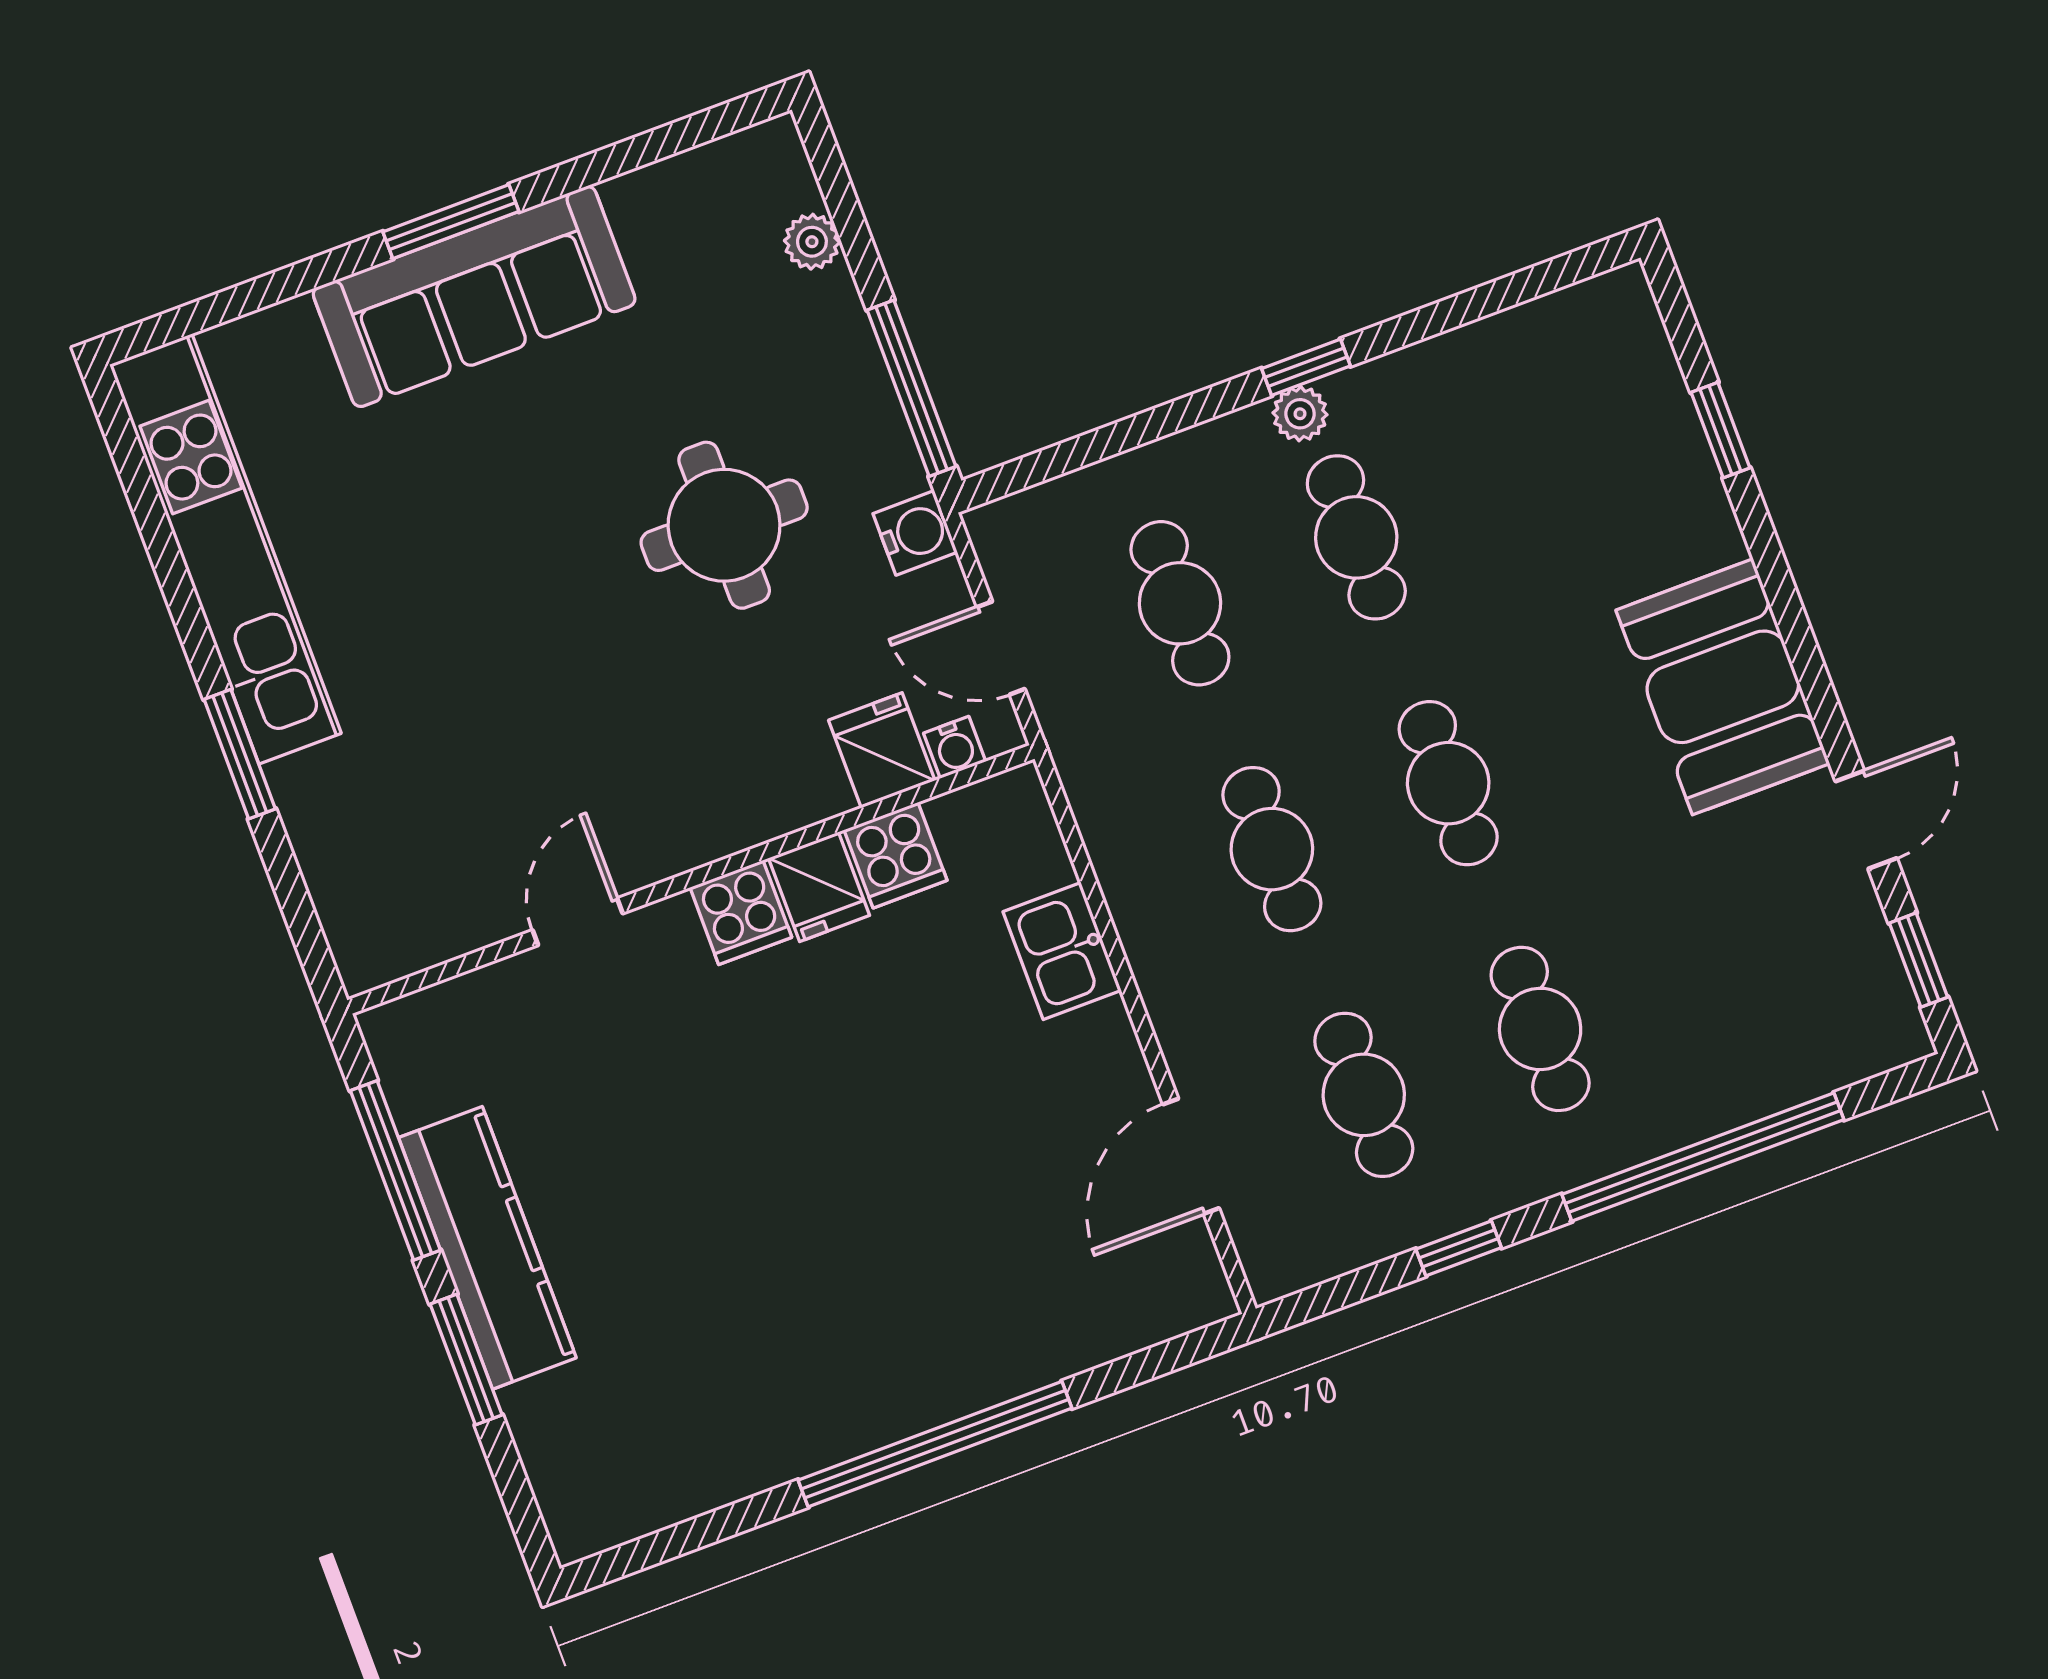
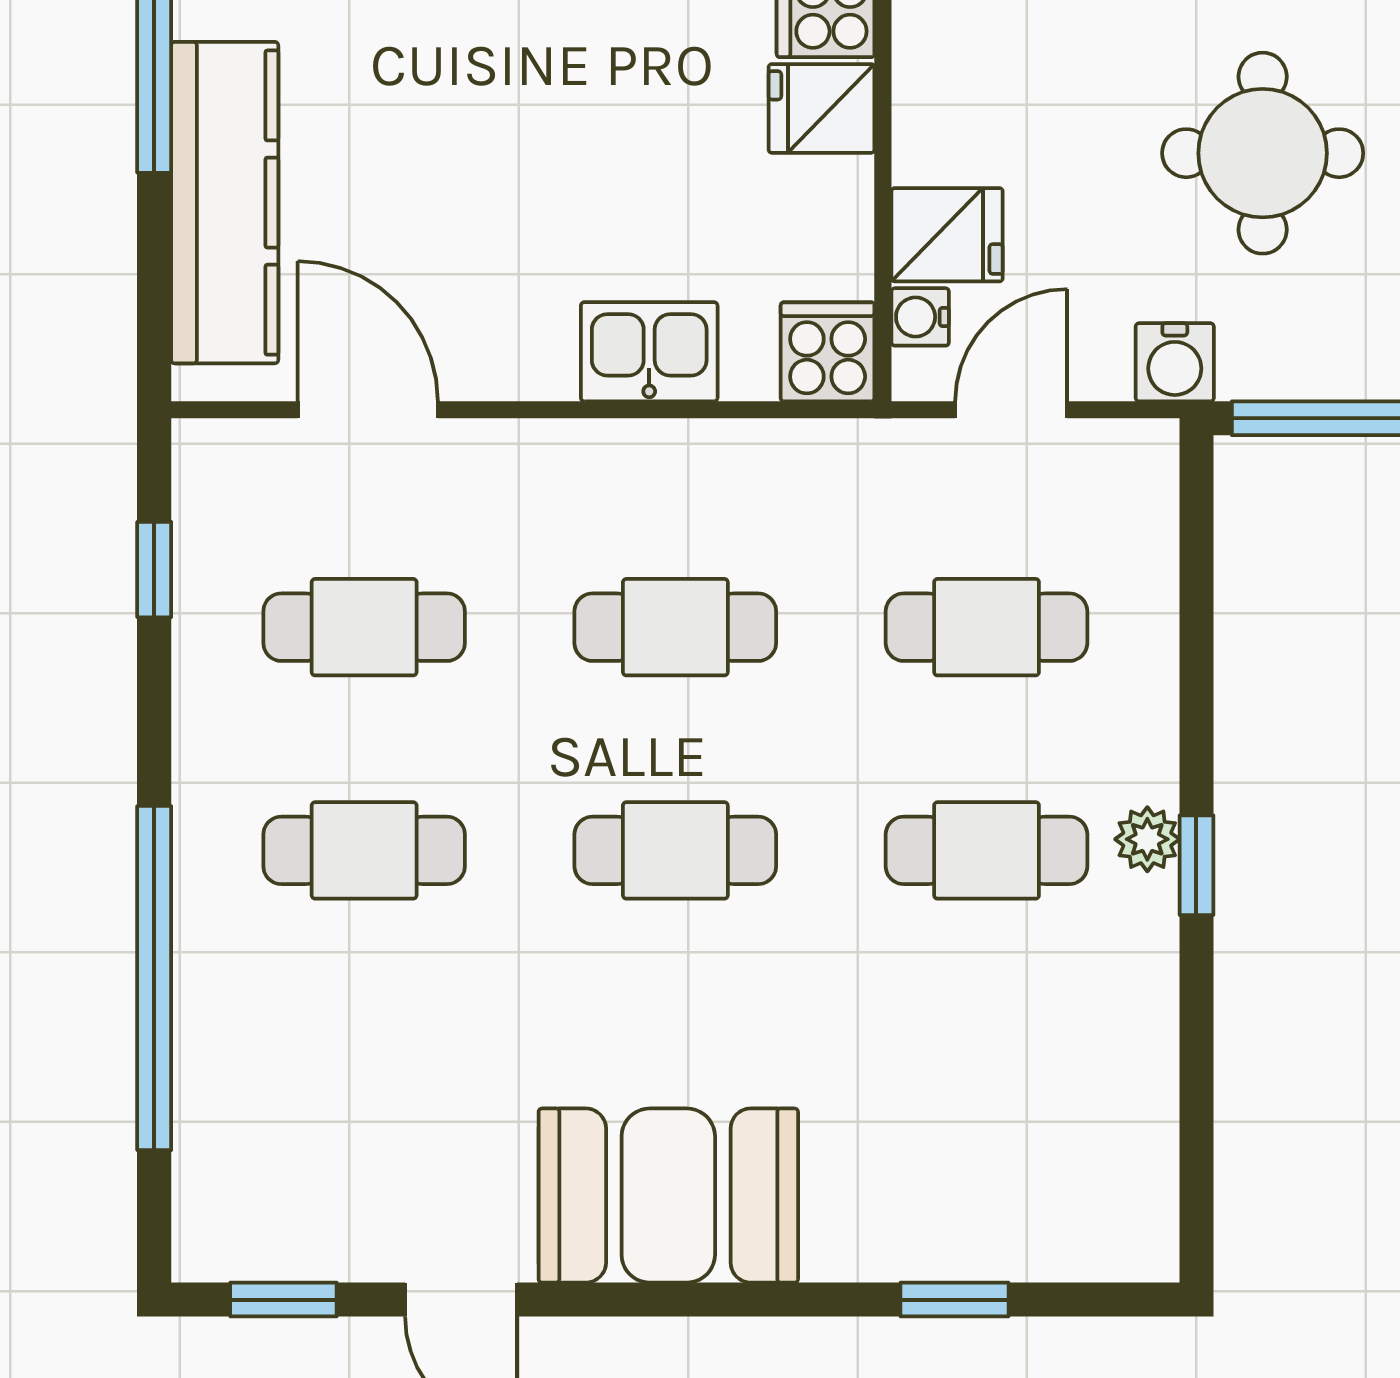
cooker: (895, 855) -> (828, 352), moved, turned 90
window: (1459, 1248) -> (154, 570), moved
kitchen counter: (1070, 1330) -> (225, 203), added

